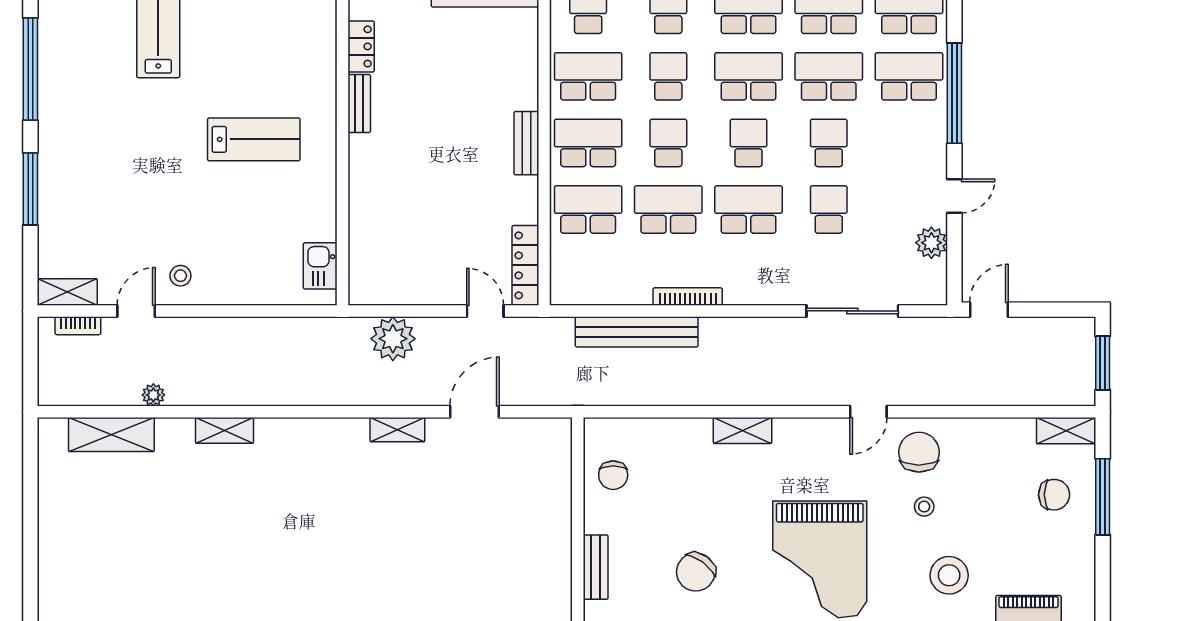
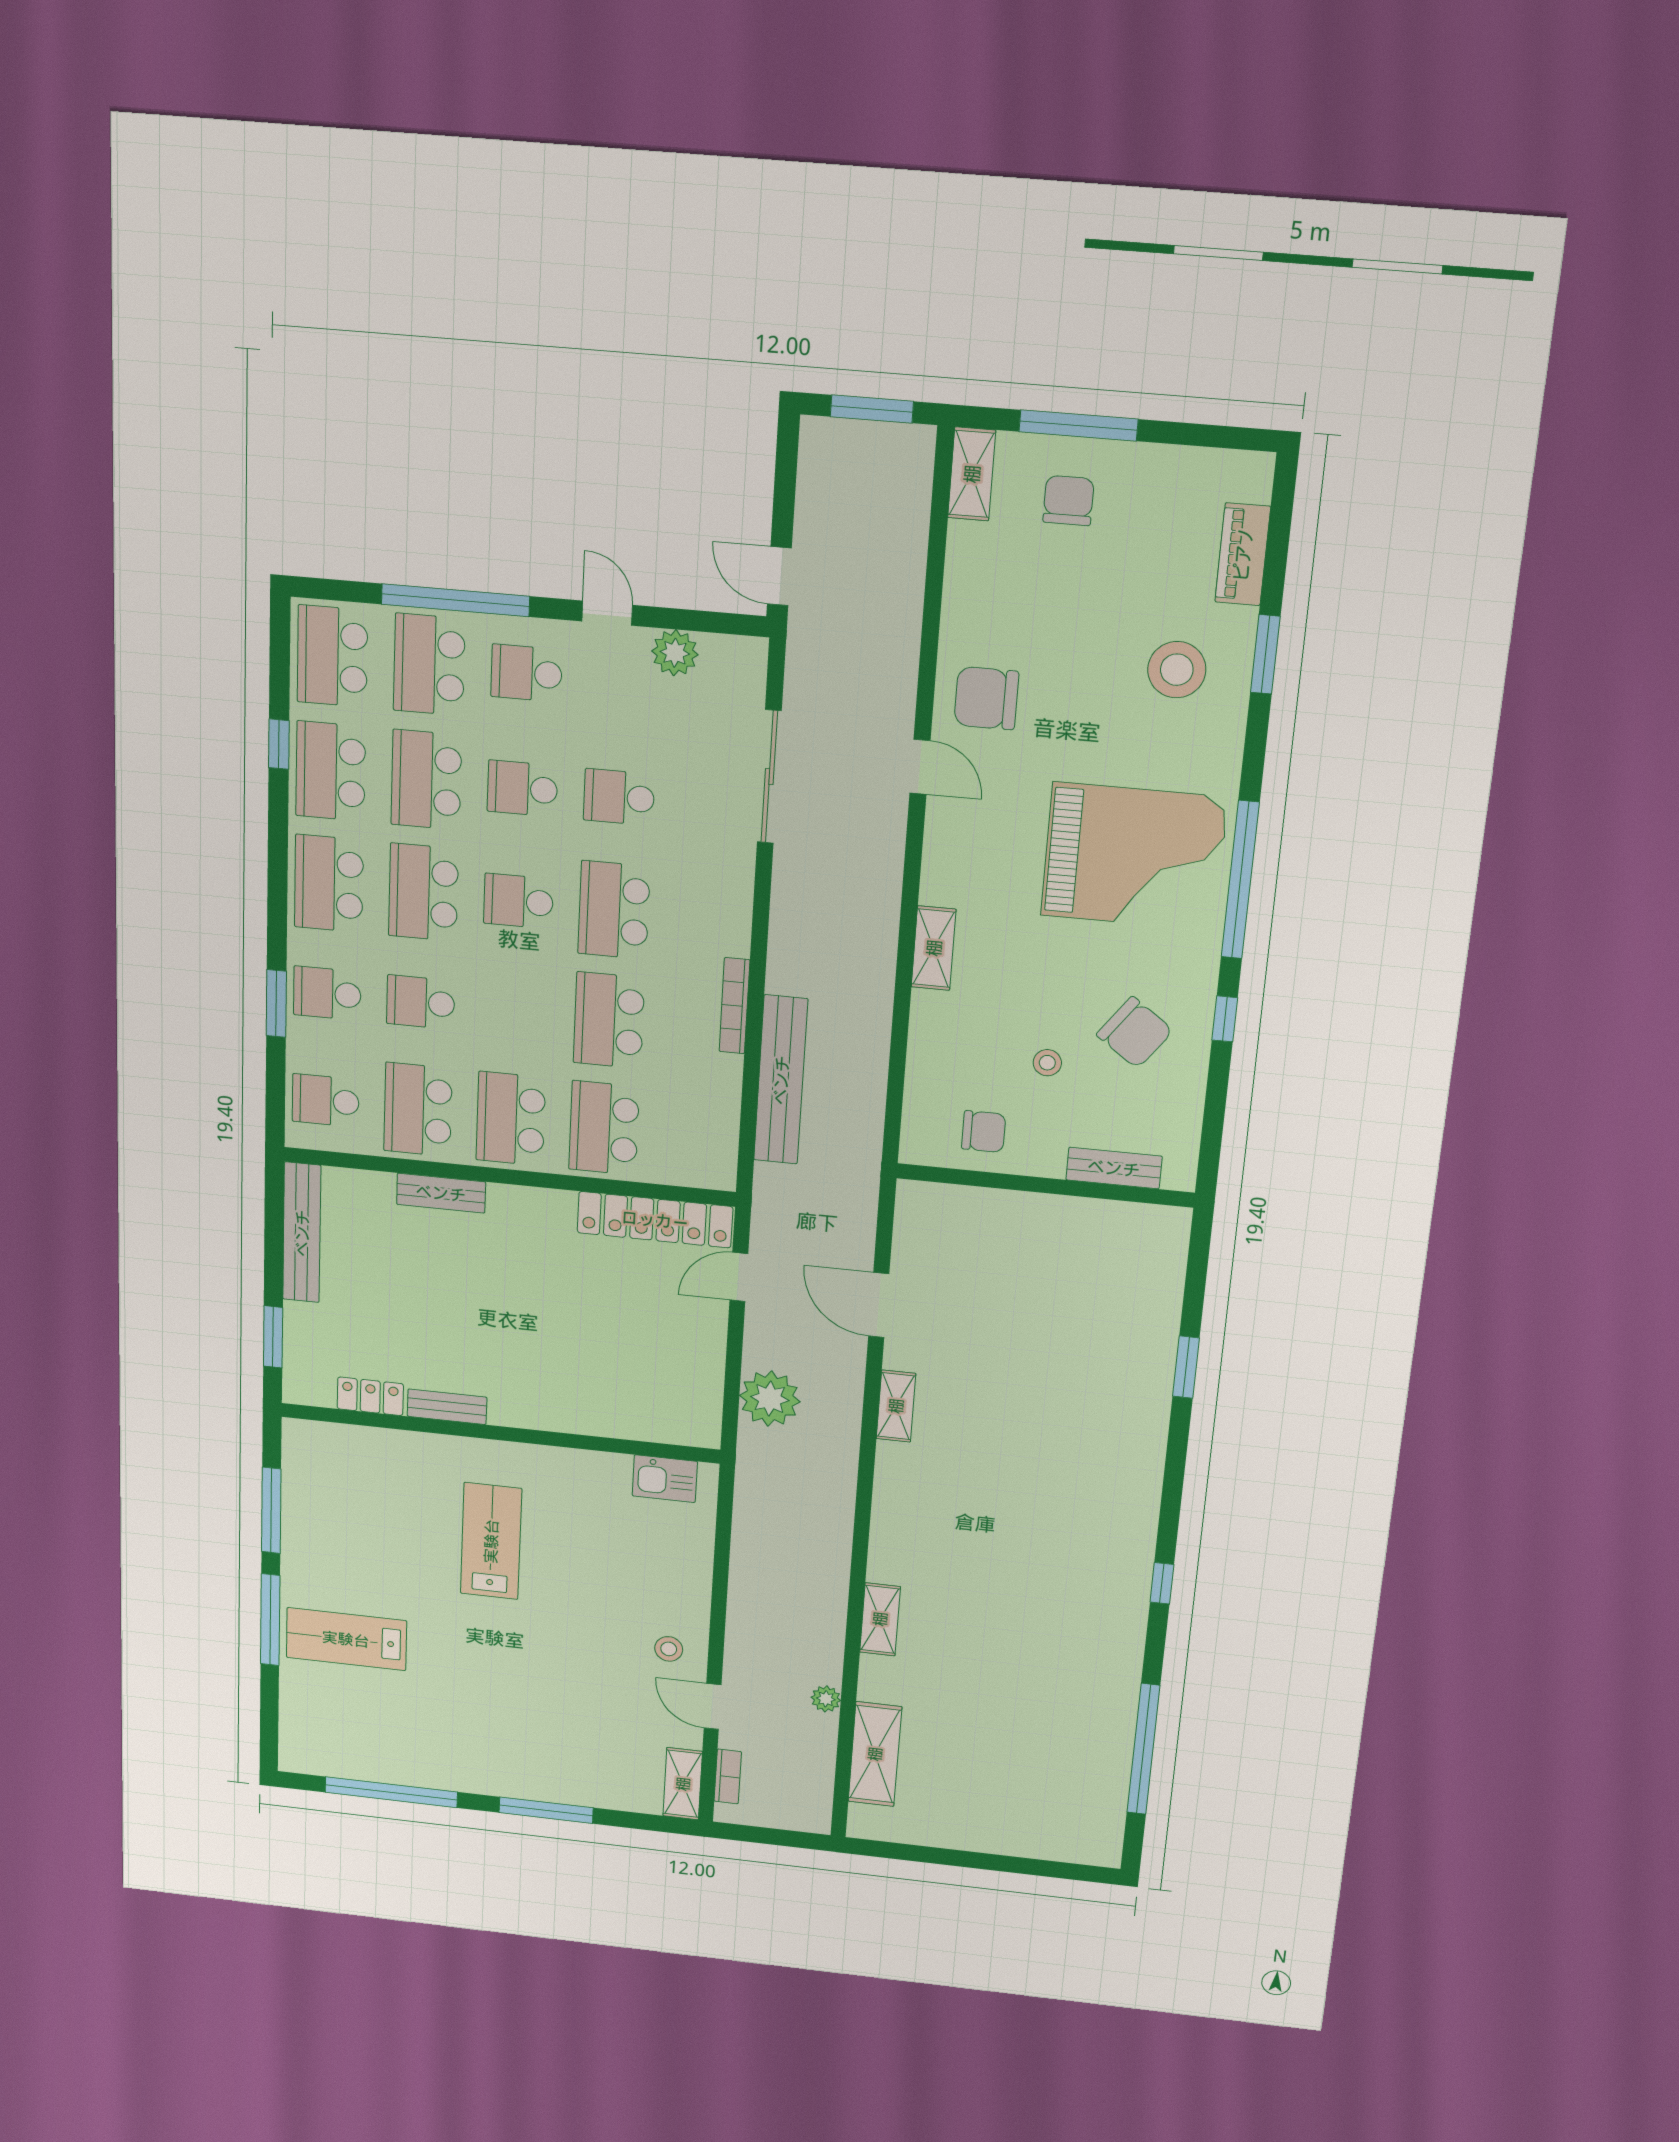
bench: (526, 143) -> (441, 1193), moved
school desk: (668, 143) -> (527, 673), moved
locker: (525, 265) -> (655, 1220), width x1.41, depth x1.21
stool: (924, 507) -> (1047, 1063), moved

